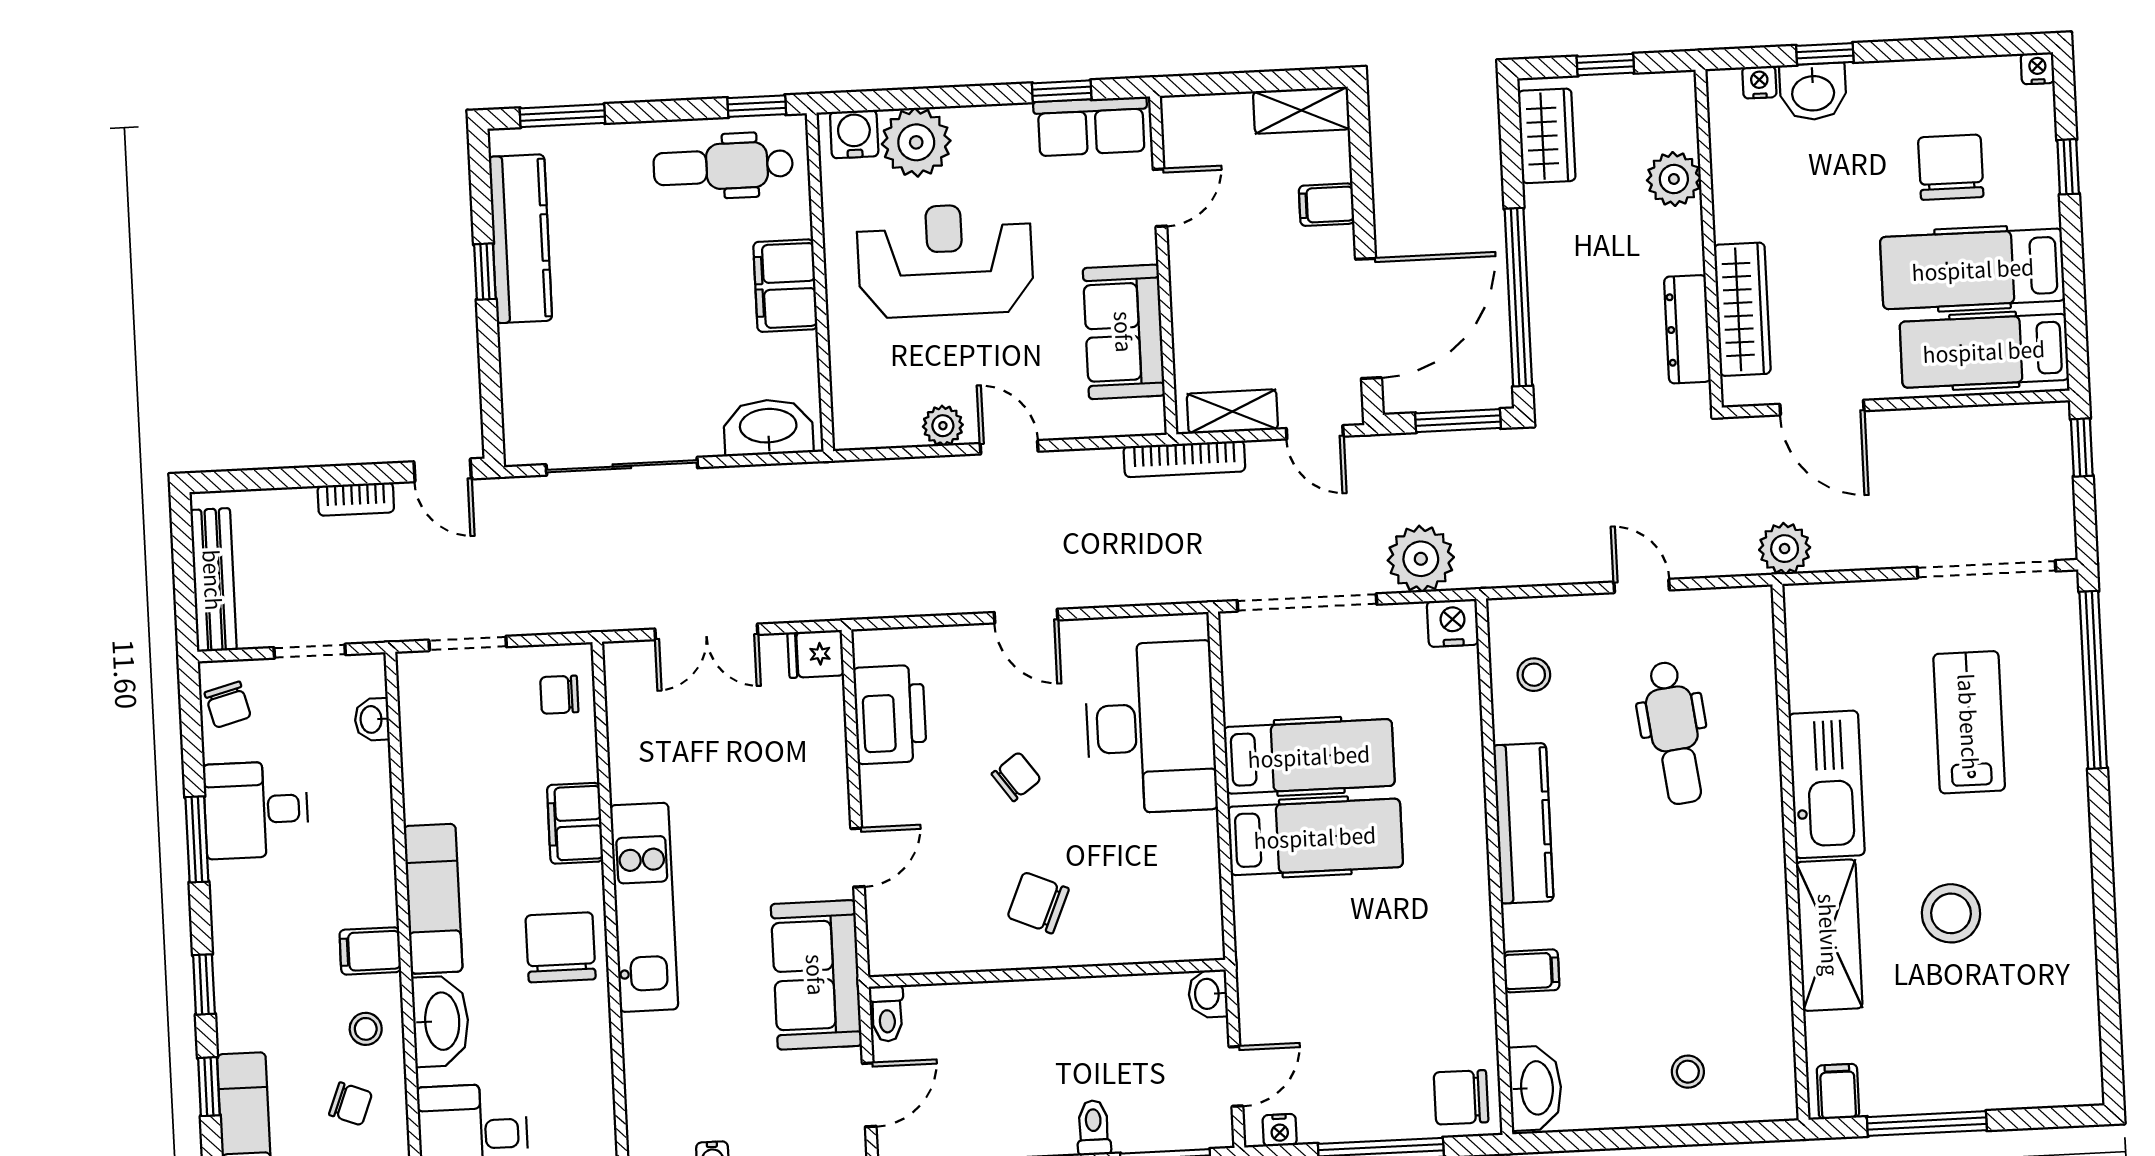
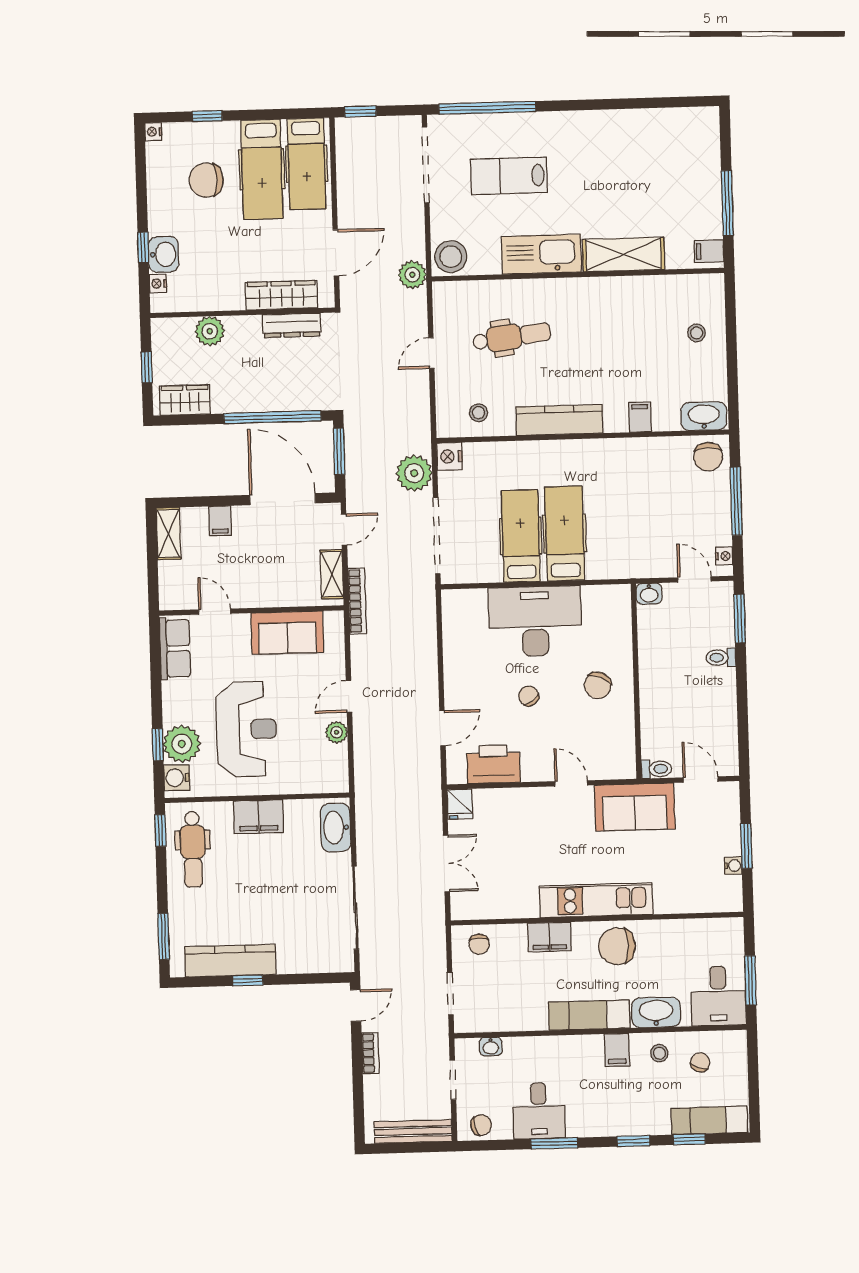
window: (1062, 91) -> (158, 745), moved
reception desk: (945, 260) -> (246, 729), turned 180
door: (1026, 616) -> (442, 728), moved
desk: (1151, 727) -> (535, 621), moved
stool: (1951, 913) -> (451, 257), moved

